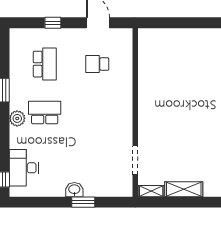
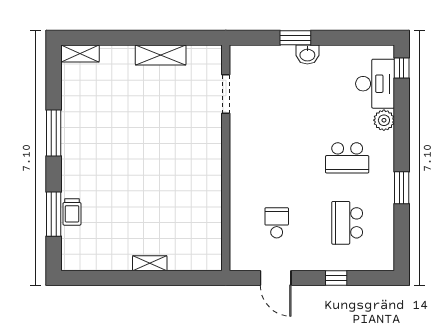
school desk: (97, 64) -> (277, 223), turned -90
plant: (17, 118) -> (384, 120), moved
shelving: (151, 191) -> (150, 263), moved

